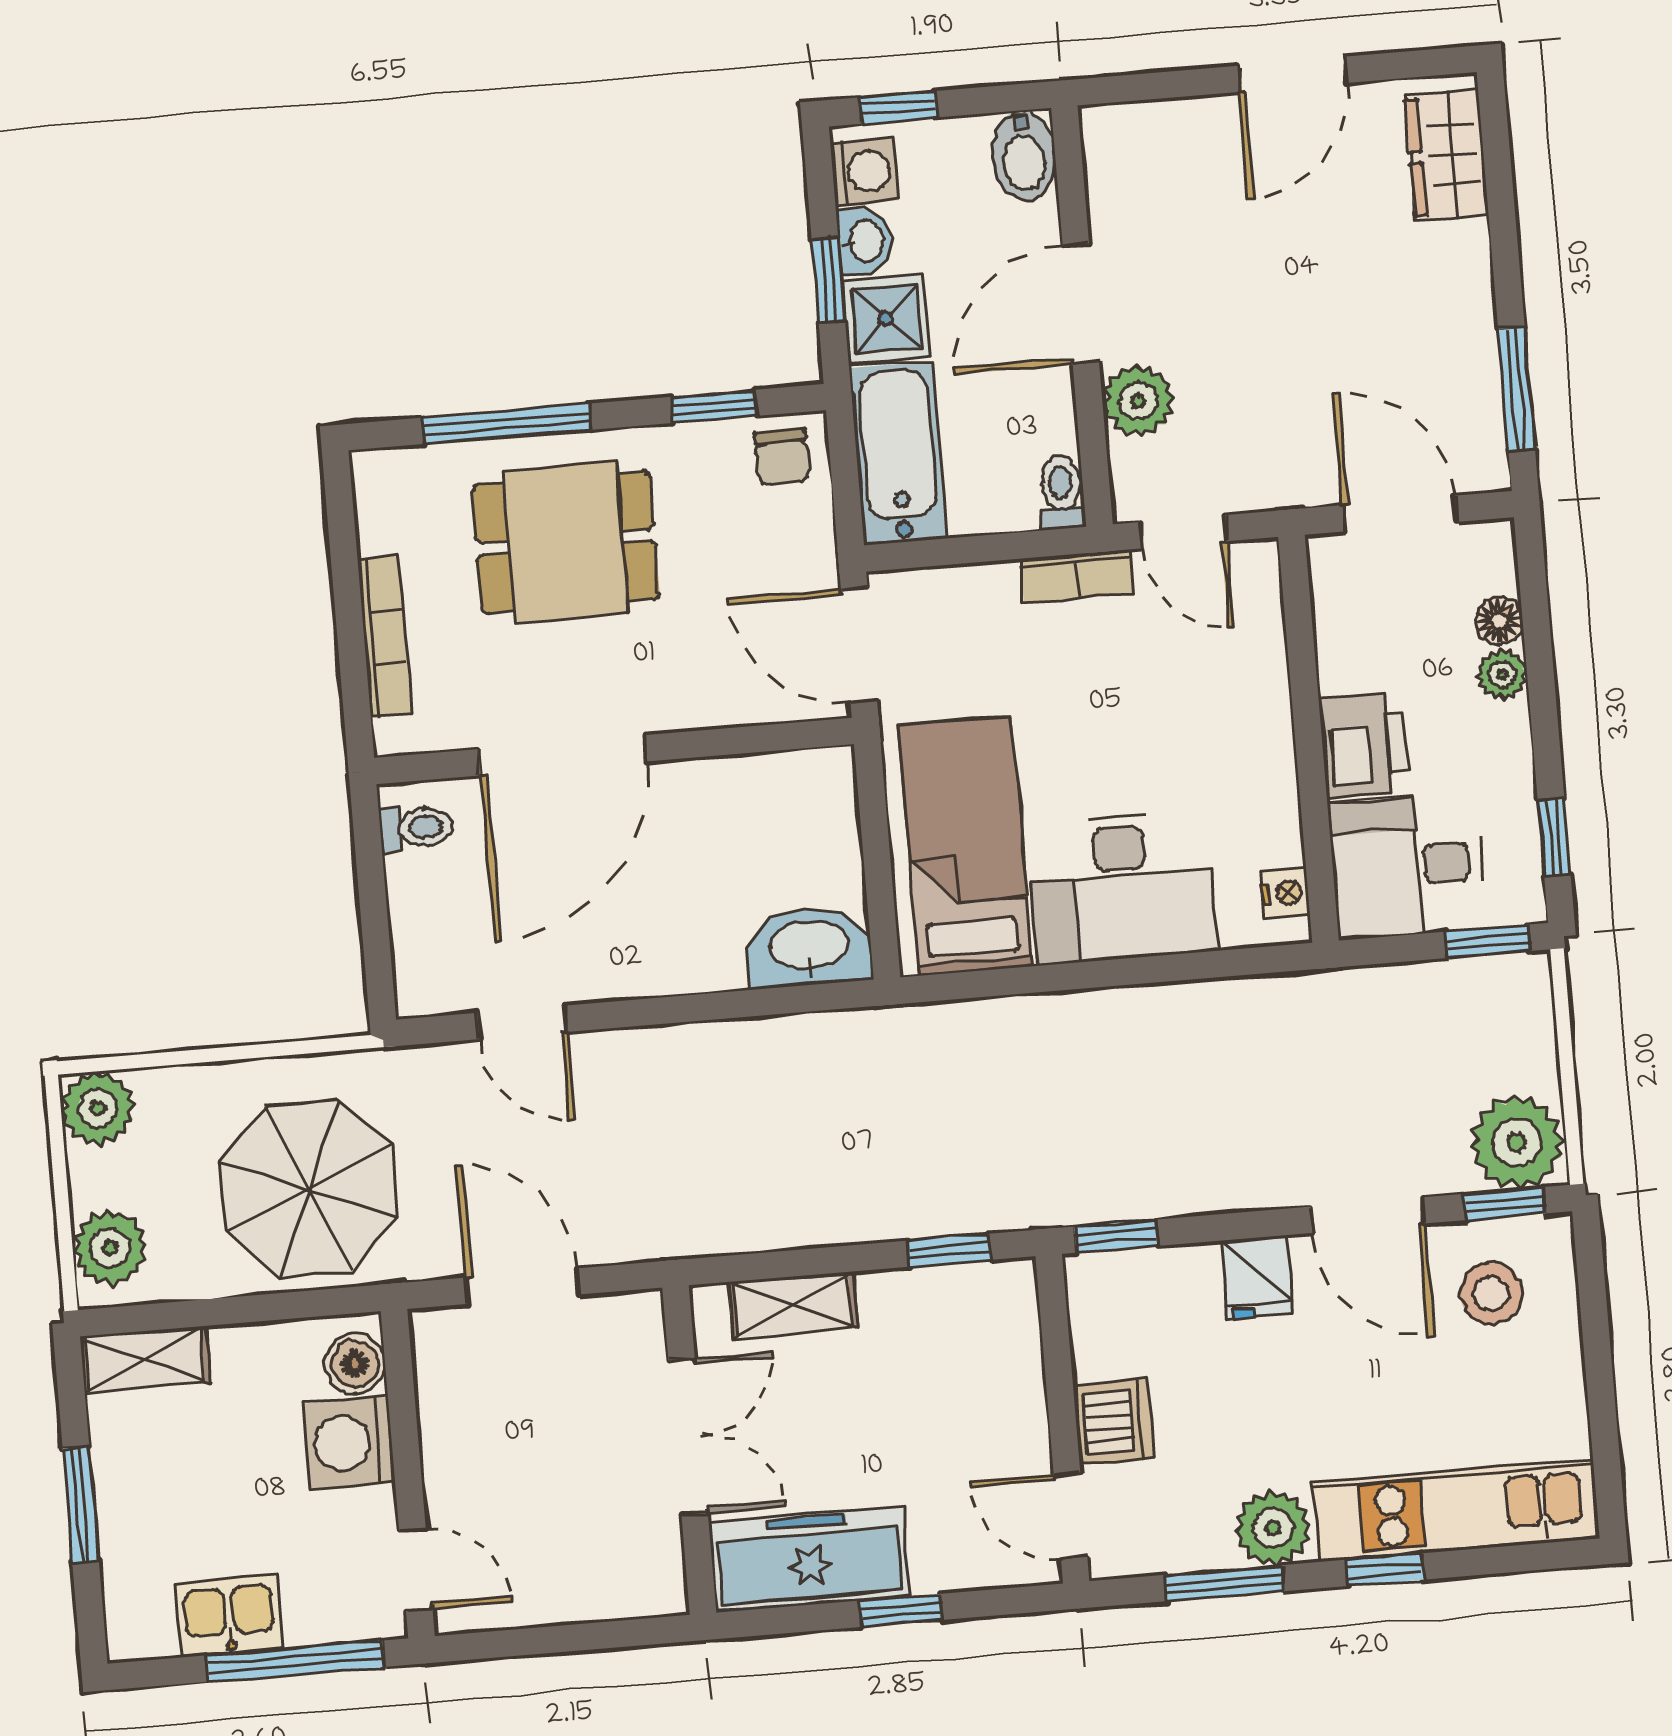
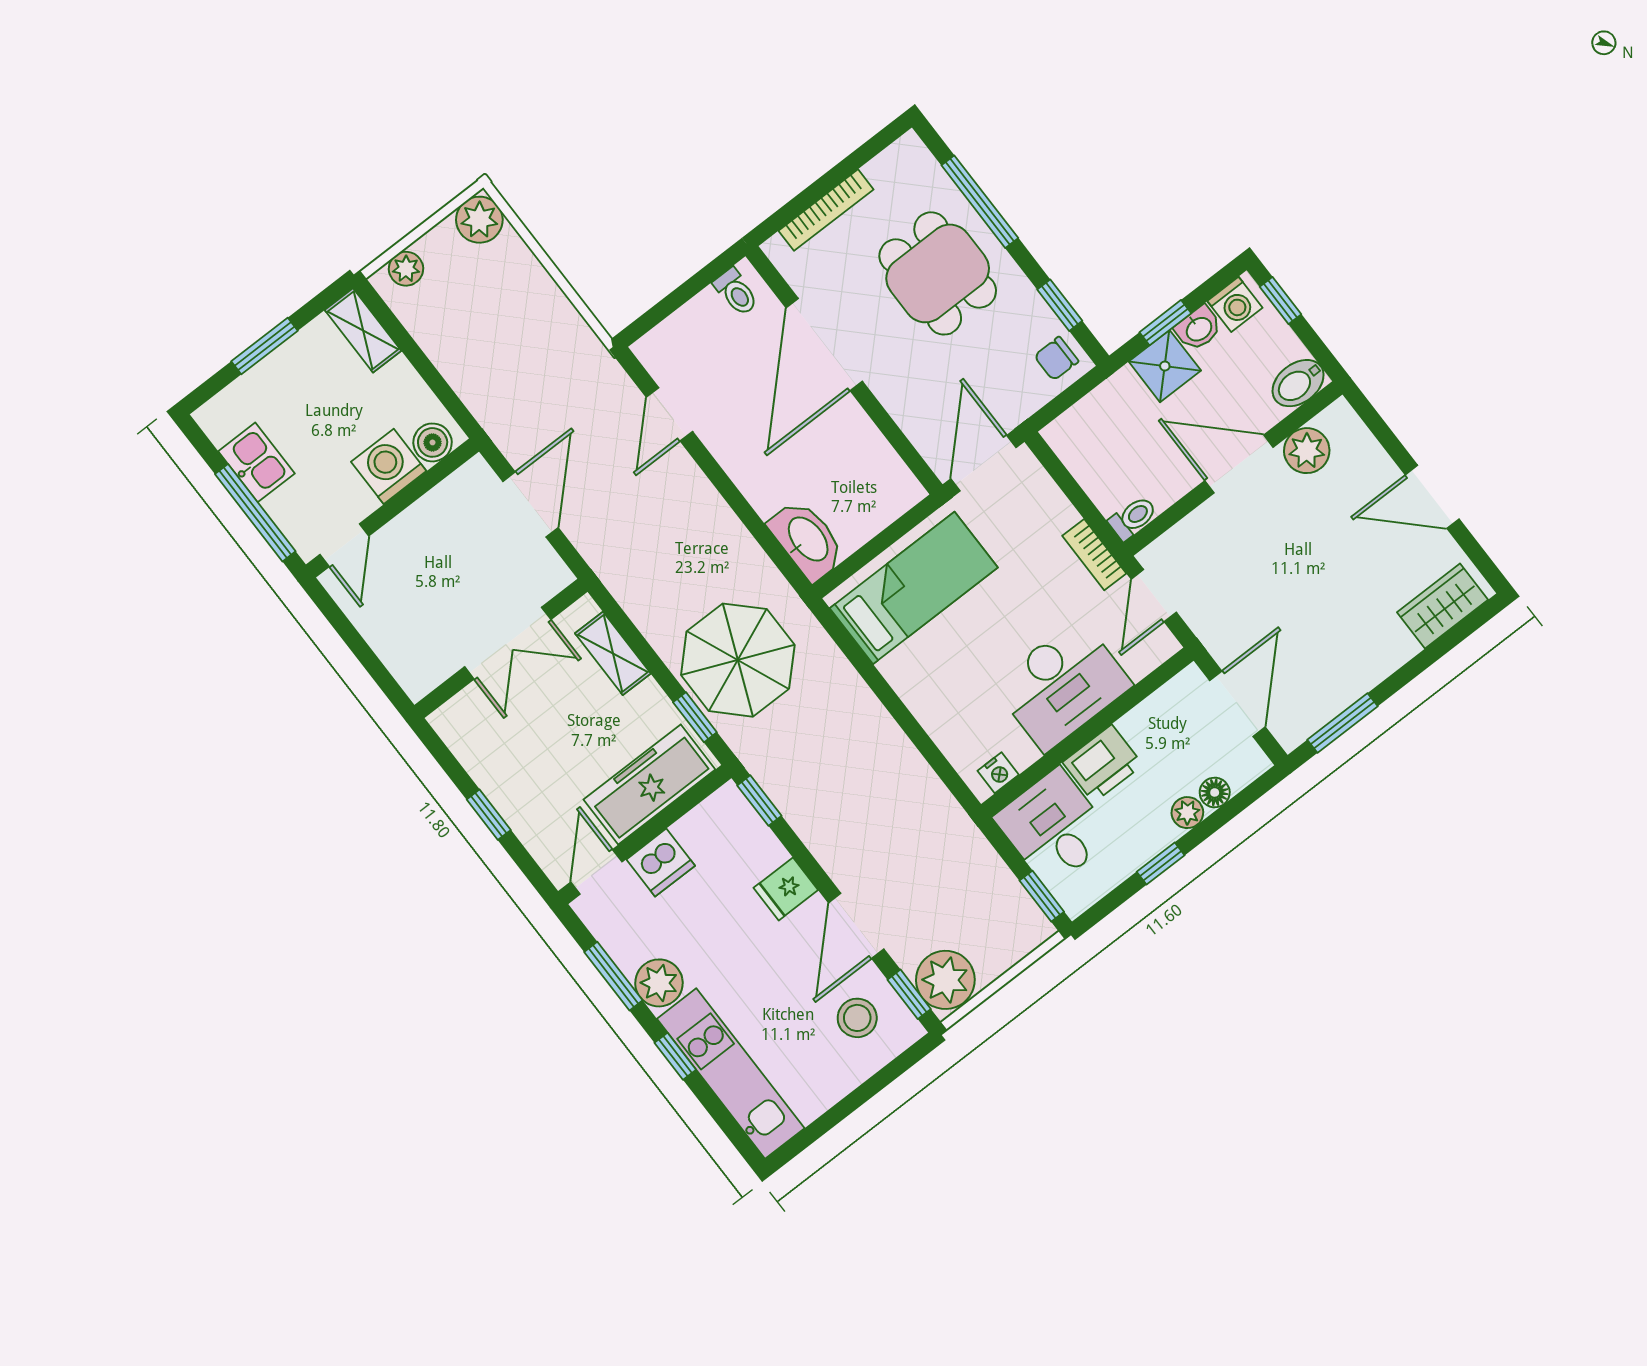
plant: (1138, 401) -> (1307, 451), moved
bathtub: (898, 453) -> (1098, 418), removed
door: (563, 755) -> (824, 345), hinge flipped
window: (1554, 837) -> (1161, 863), moved
desk: (1122, 887) -> (1062, 685), moved, turned -90
parasol: (309, 1189) -> (738, 660), moved
plant: (110, 1248) -> (406, 269), width x0.73, depth x0.73
freezer: (810, 1559) -> (649, 784), moved, turned -90

